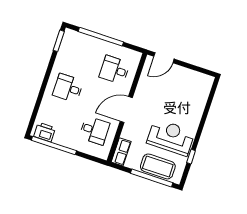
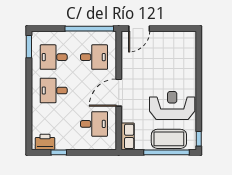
window: (101, 37) -> (89, 29), moved
desk: (78, 58) -> (54, 57), added
desk: (115, 70) -> (94, 57), turned 180
window: (54, 145) -> (59, 152), width x0.32
window: (191, 157) -> (199, 139), moved

